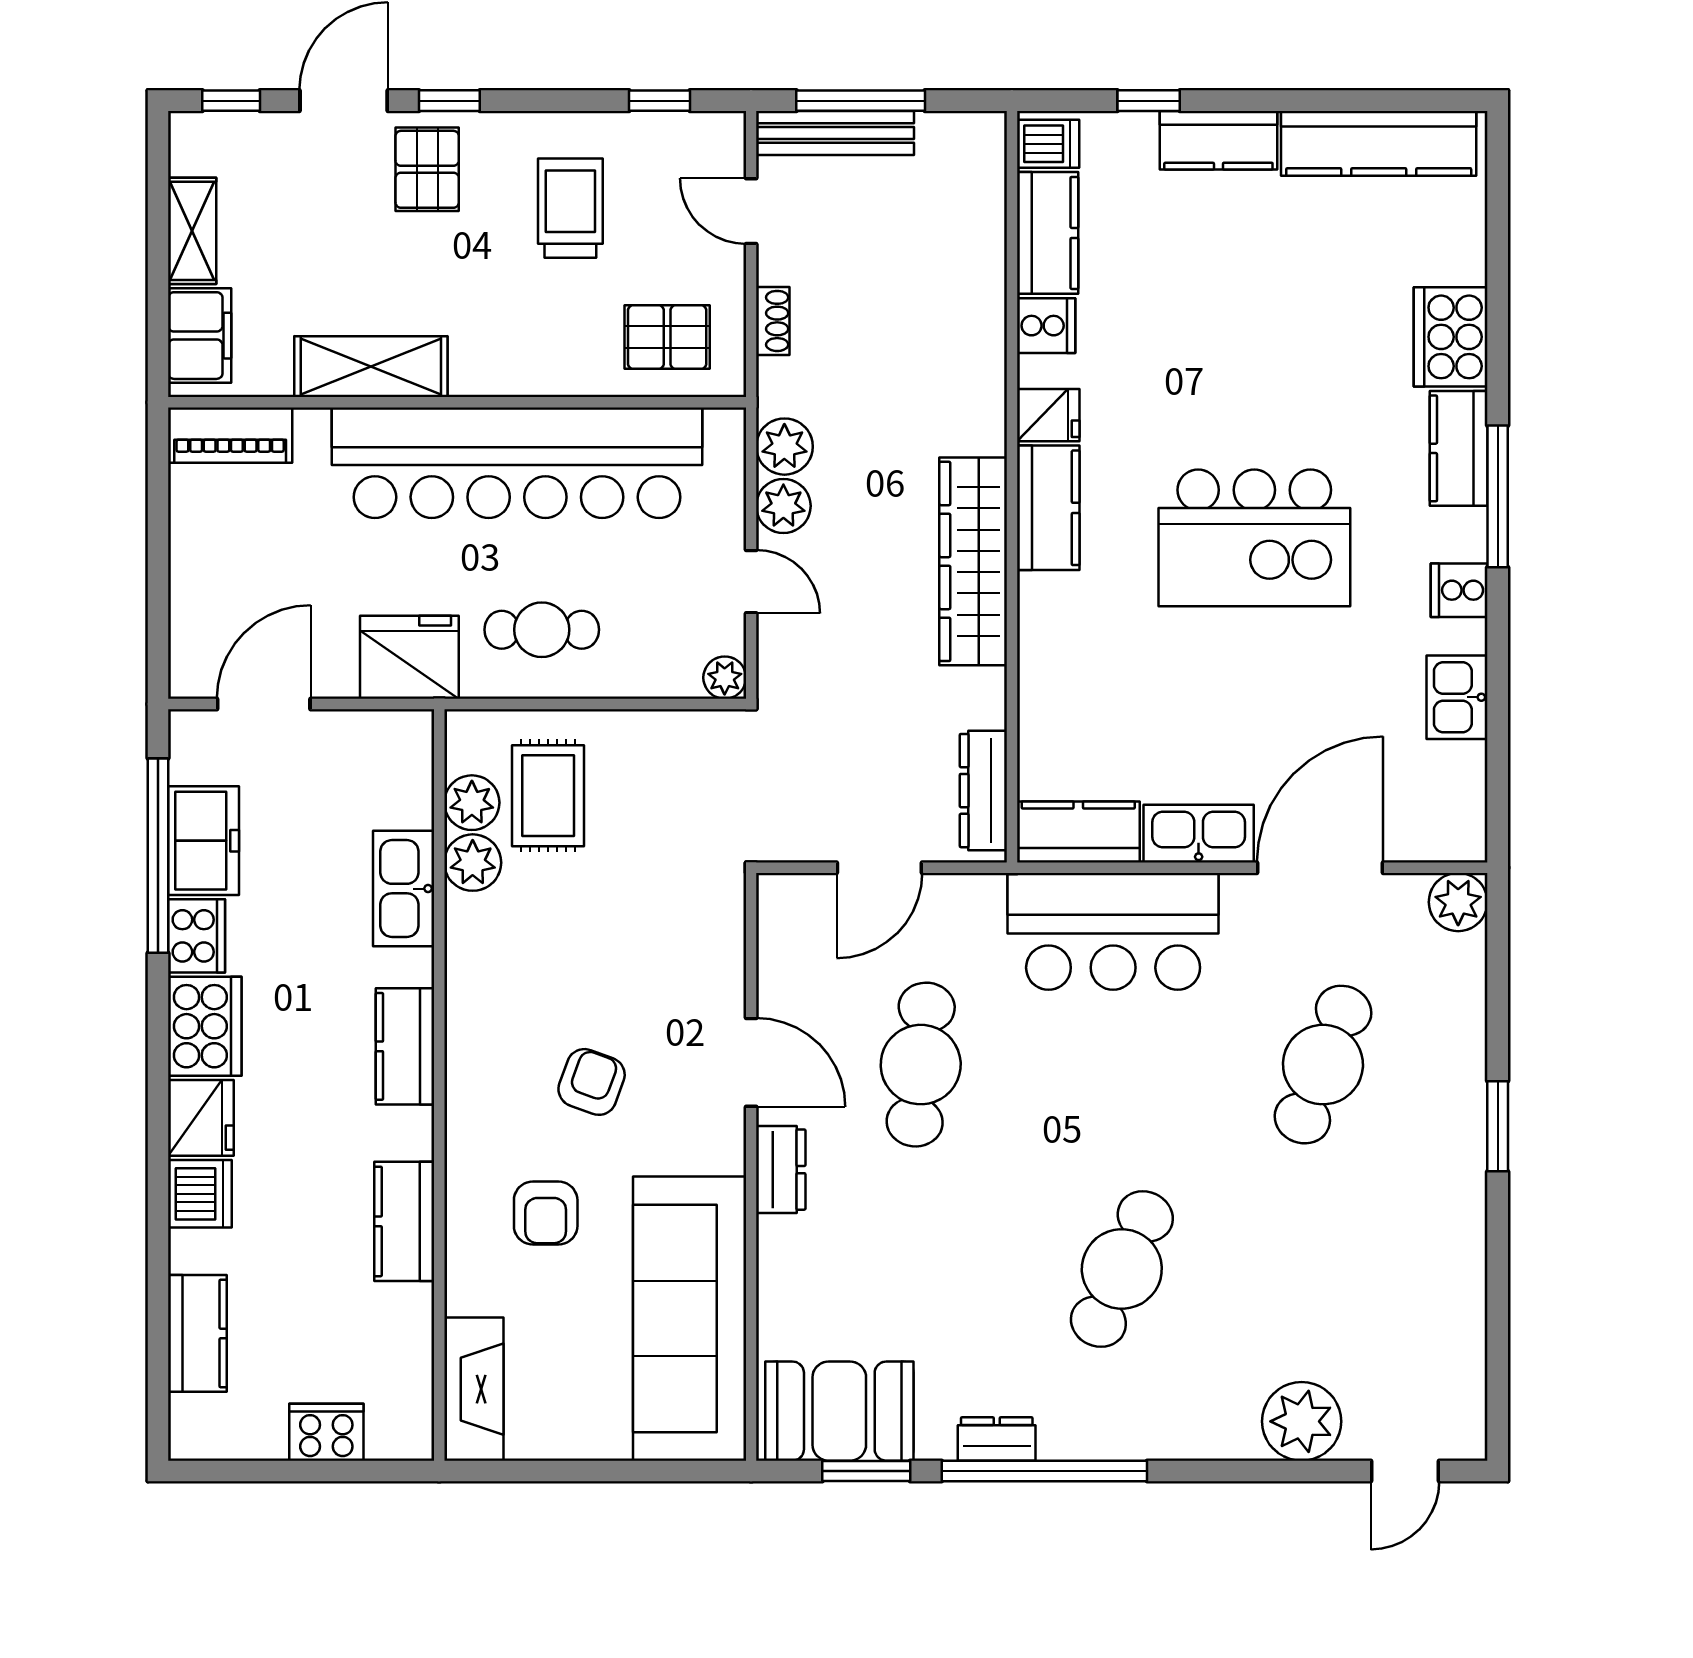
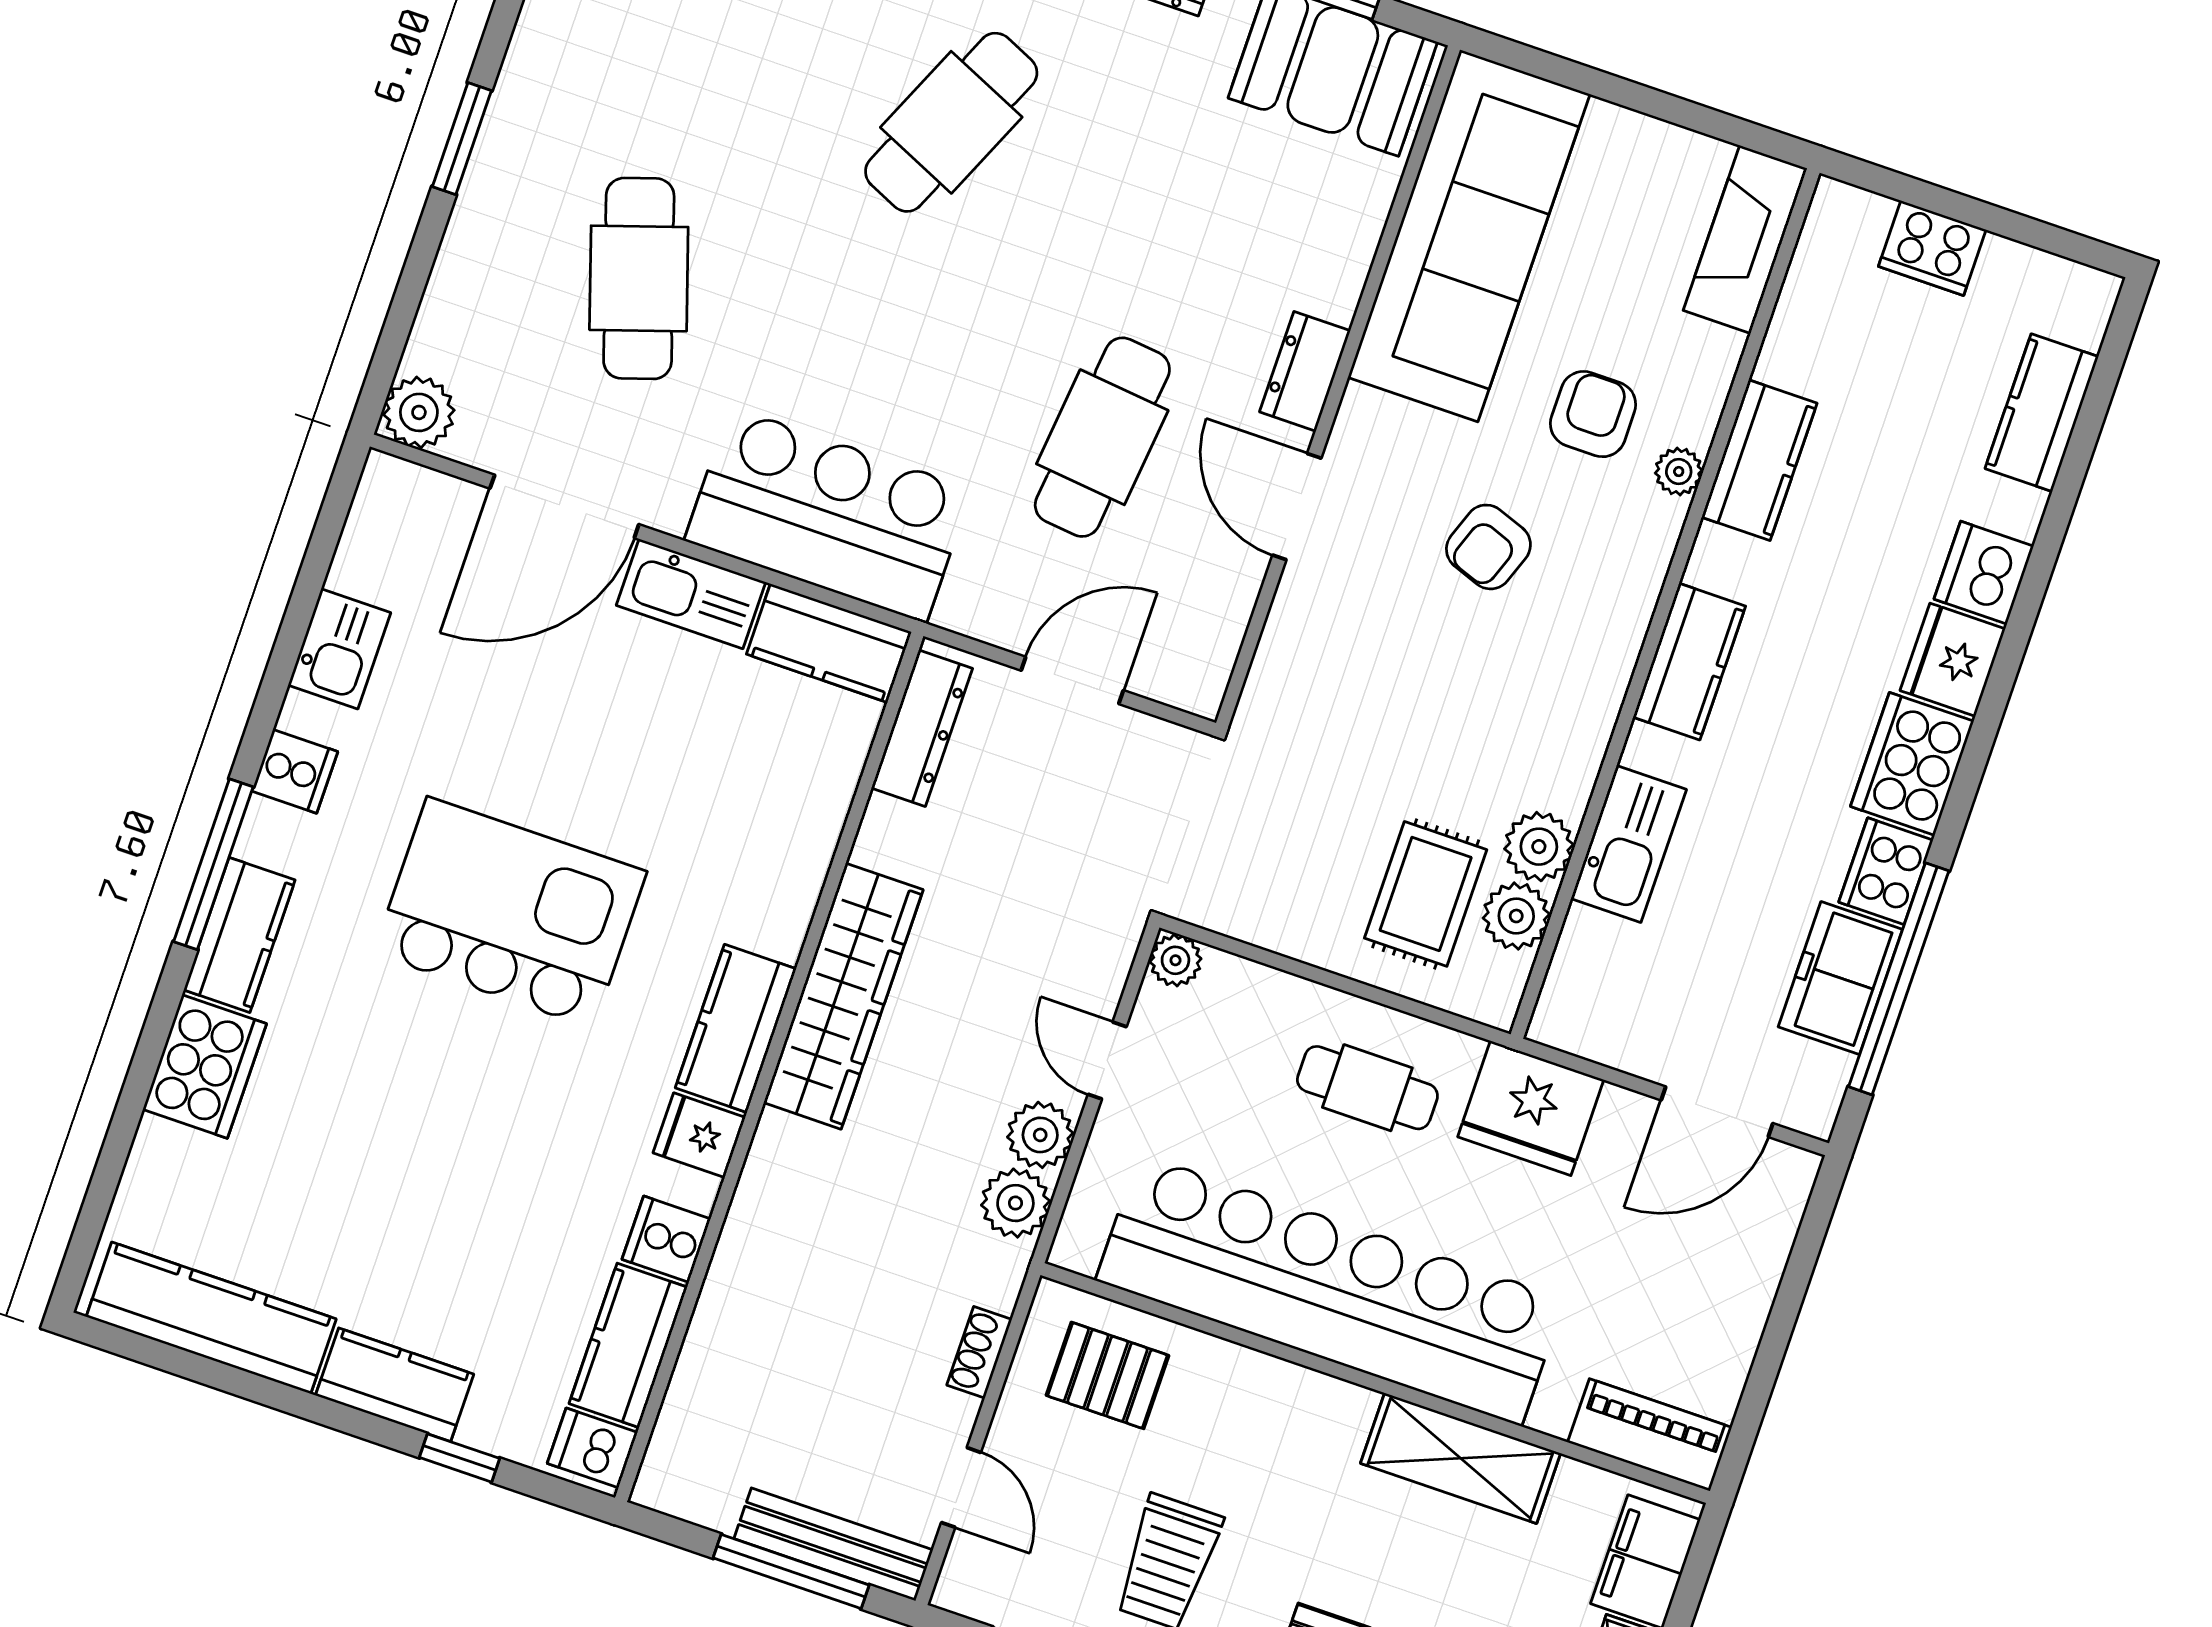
cafe table: (1323, 1065) -> (639, 278), turned -39
plant: (464, 1191) -> (1679, 472), added

